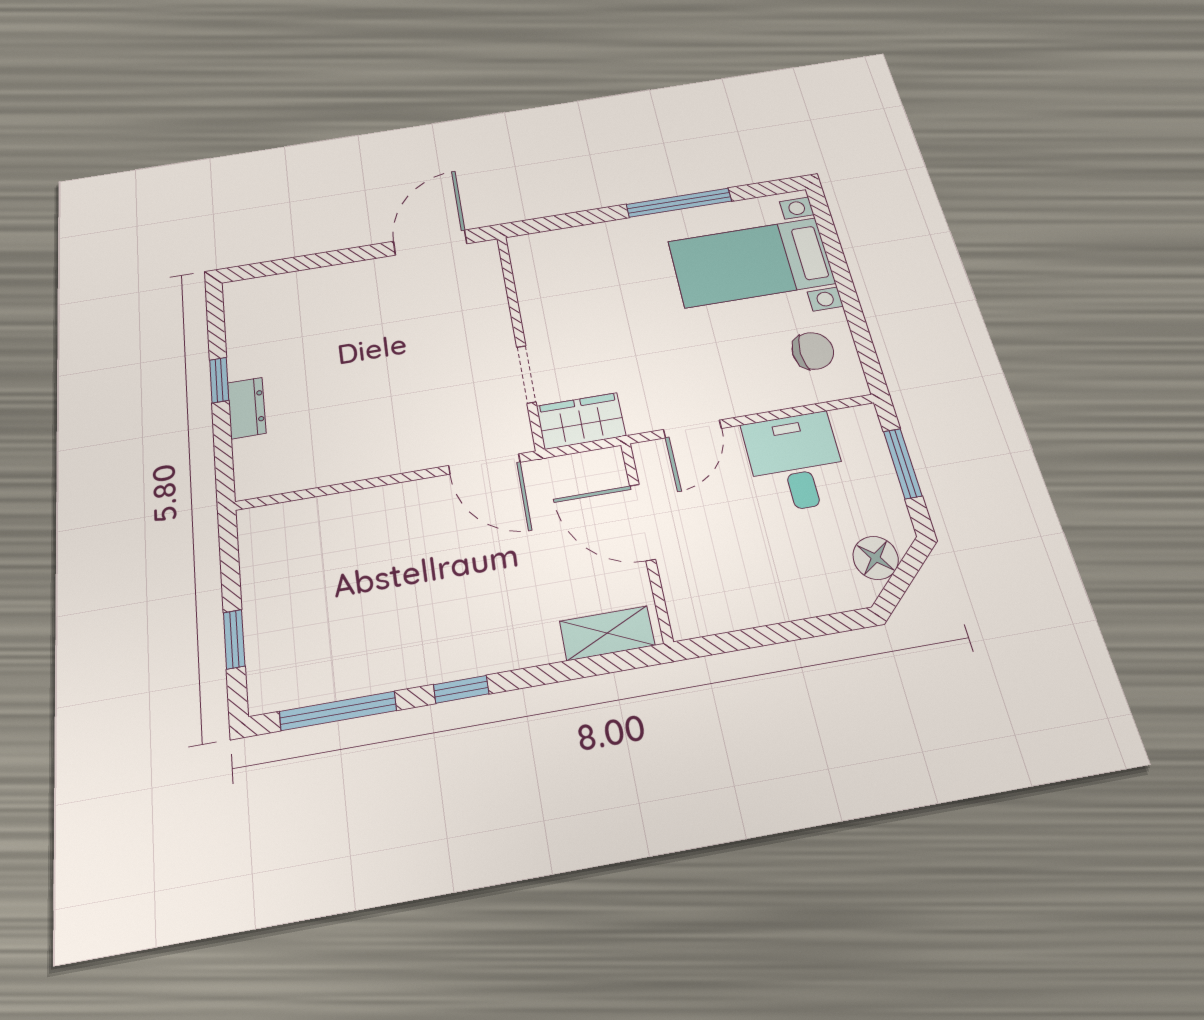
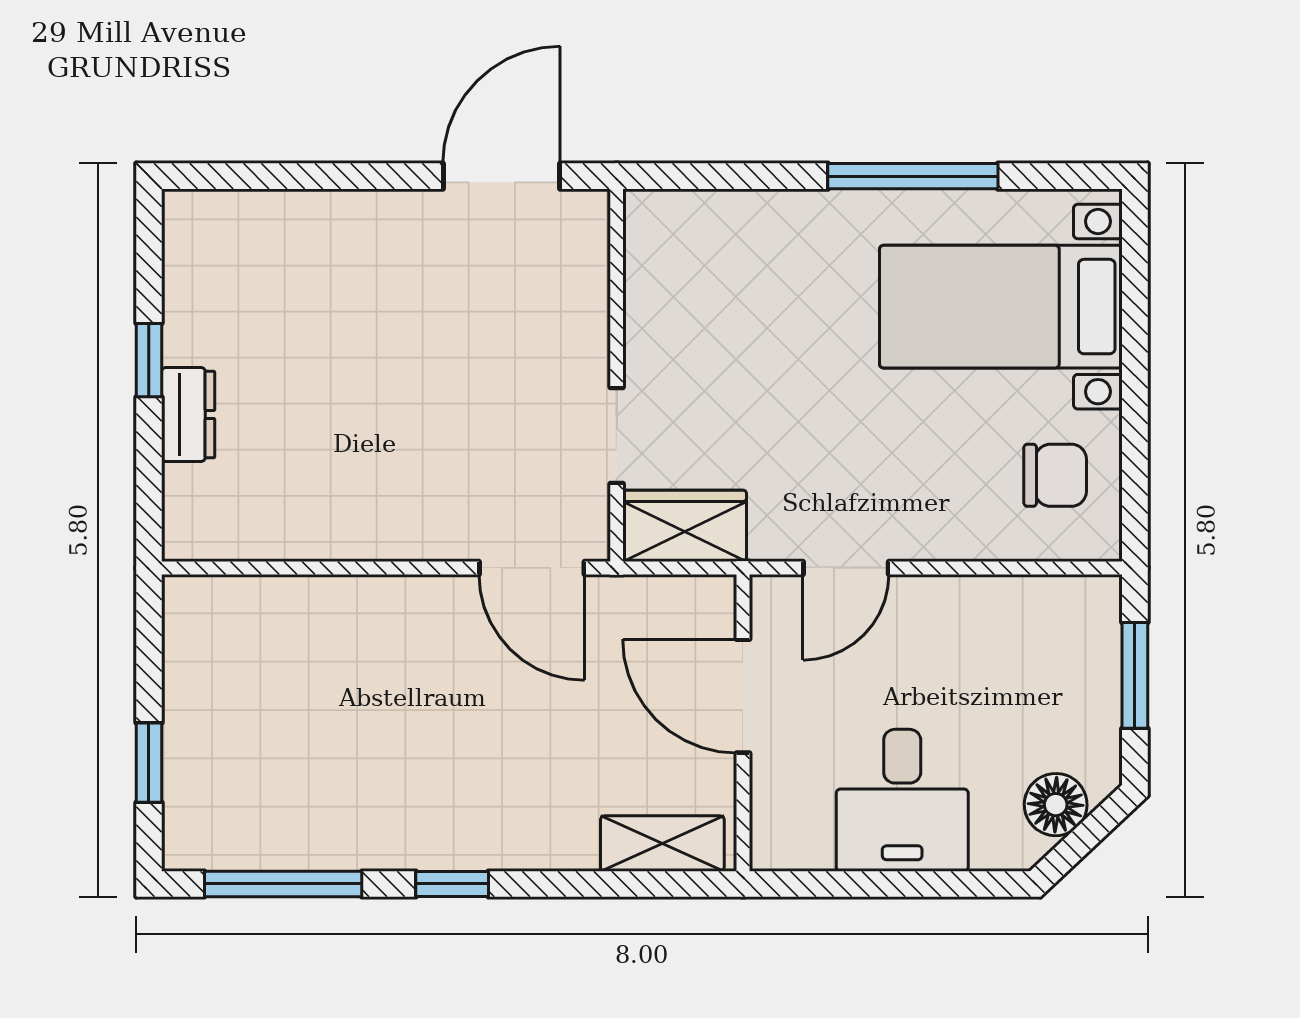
desk: (795, 462) -> (902, 800), moved, turned 180

